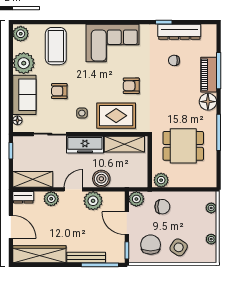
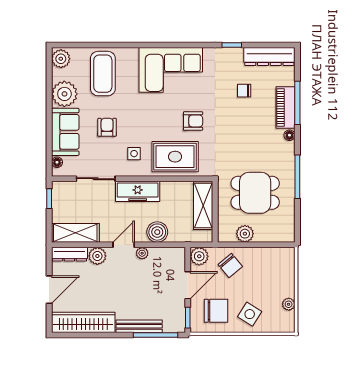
dresser: (179, 32) -> (269, 56), moved
armchair: (131, 86) -> (193, 121), turned 180
armchair: (59, 91) -> (107, 127), turned 90
floor lamp: (208, 102) -> (289, 135), width x0.53, depth x0.53
shelving: (124, 144) -> (203, 206), moved, turned 90
plant: (161, 180) -> (245, 234), moved
dresser: (23, 197) -> (69, 254), width x1.44
plant: (93, 201) -> (142, 253), width x0.53, depth x0.53
chair: (162, 207) -> (230, 266), turned 50
plant: (211, 208) -> (288, 267), removed
door: (127, 223) -> (188, 285), swing flipped
door: (11, 227) -> (49, 290), hinge flipped
chair: (151, 245) -> (216, 311), turned 90

